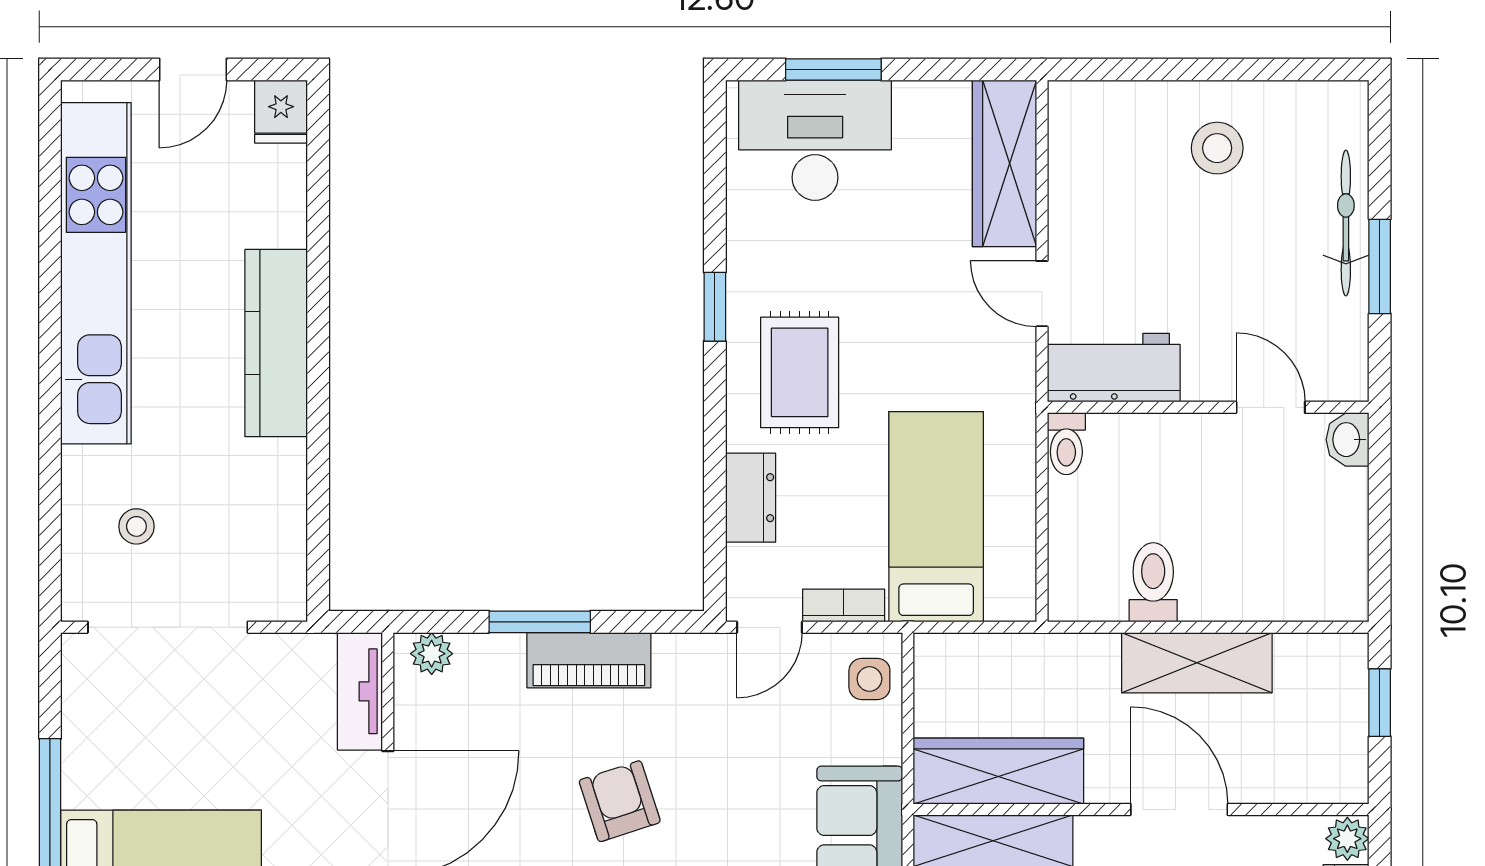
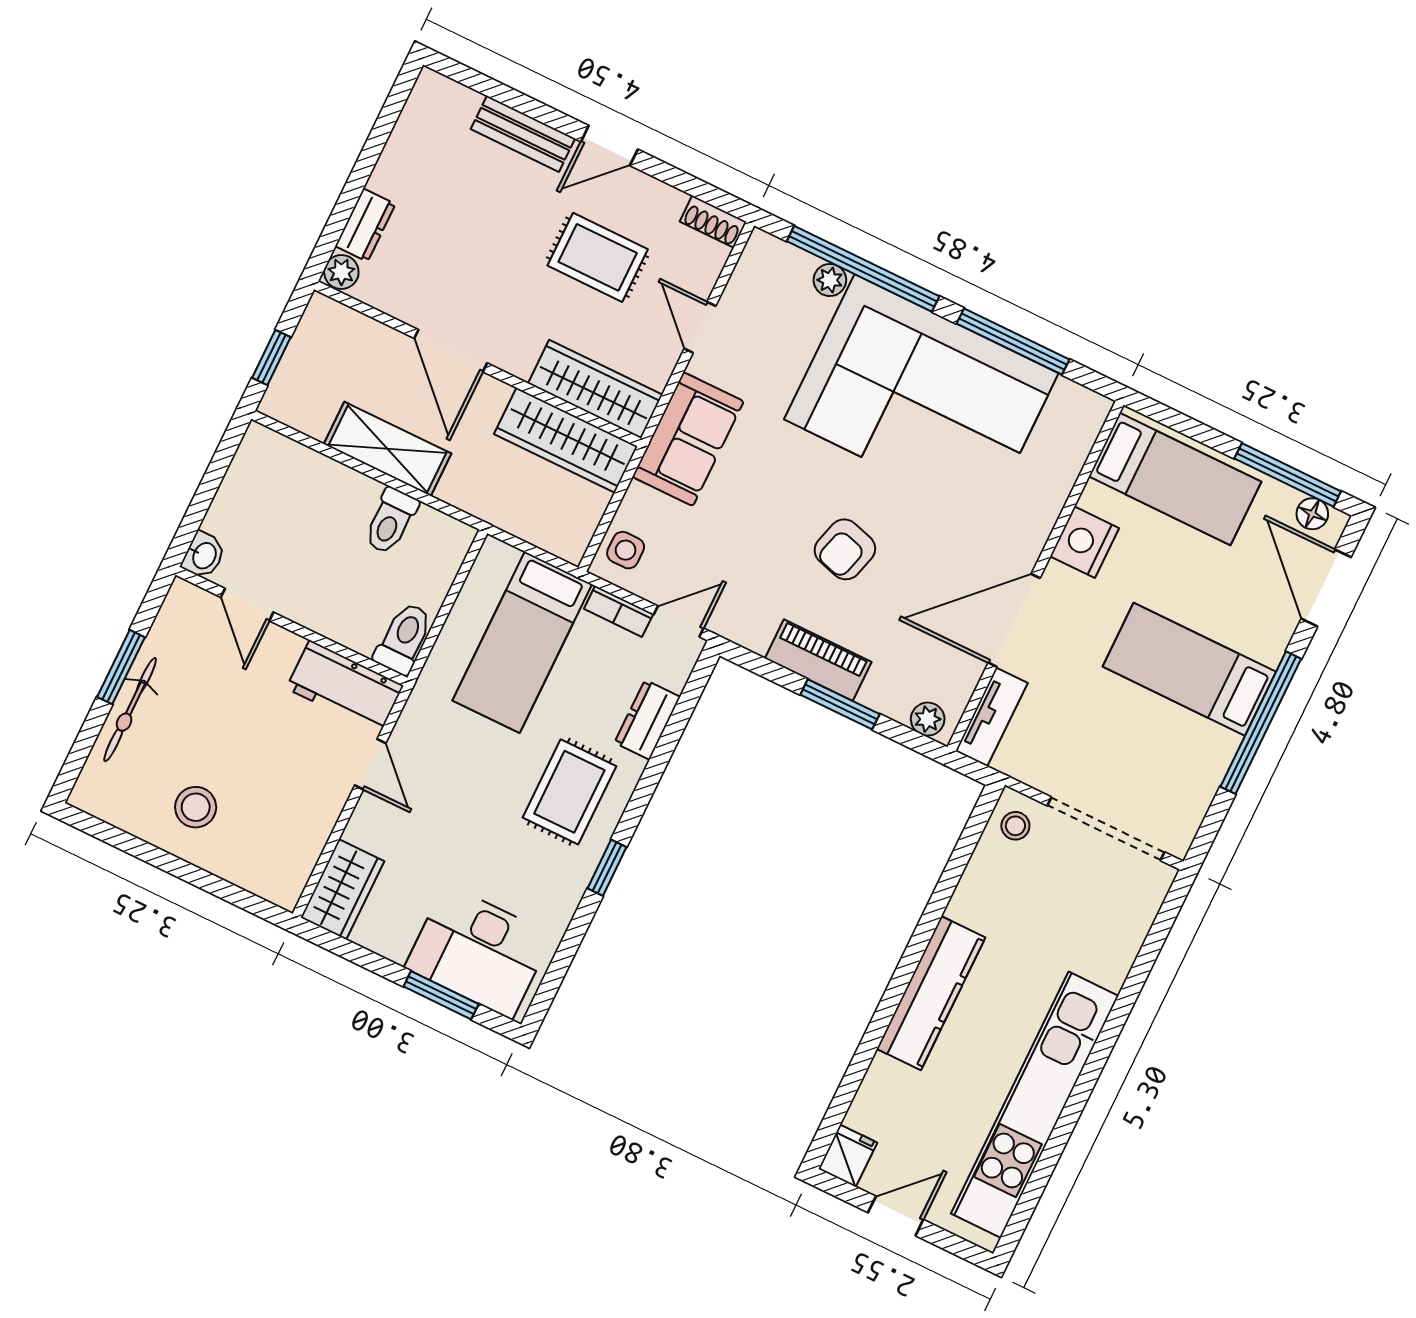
wardrobe: (1004, 163) -> (342, 889), width x0.67
toilet: (1066, 444) -> (404, 638), width x1.37, depth x1.39
stool: (136, 526) -> (1015, 826), moved
armchair: (620, 801) -> (845, 549), turned 34

